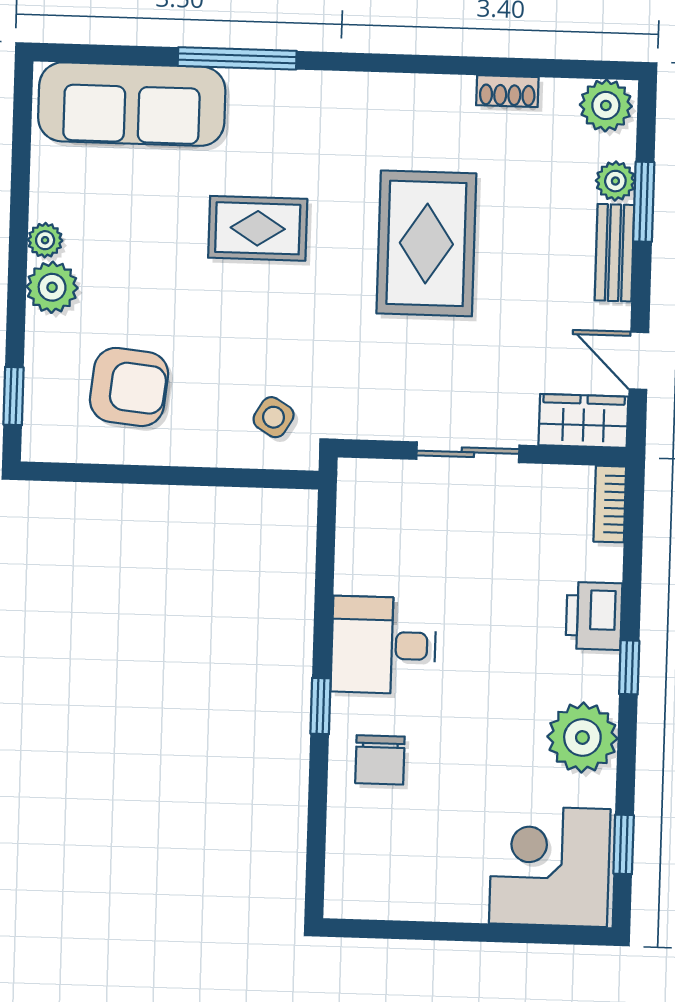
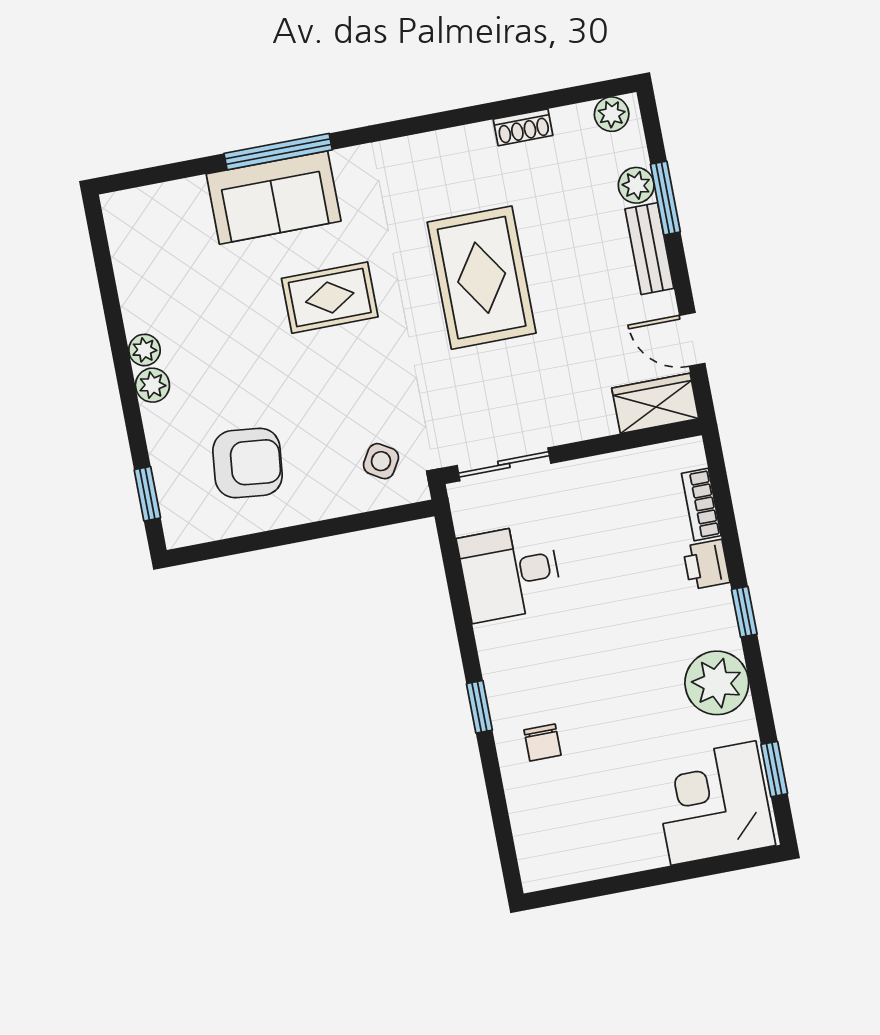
sofa: (132, 104) -> (274, 198), moved, width x0.73
plant: (606, 105) -> (612, 114), width x0.73, depth x0.73
plant: (52, 287) -> (152, 385), width x0.73, depth x0.73
sliding door: (468, 452) -> (504, 464), moved
bookcase: (610, 504) -> (701, 505), moved
printer: (594, 616) -> (706, 565), width x0.73, depth x0.81
desk: (383, 645) -> (510, 572), moved
chair: (380, 760) -> (542, 743), width x0.73, depth x0.73

